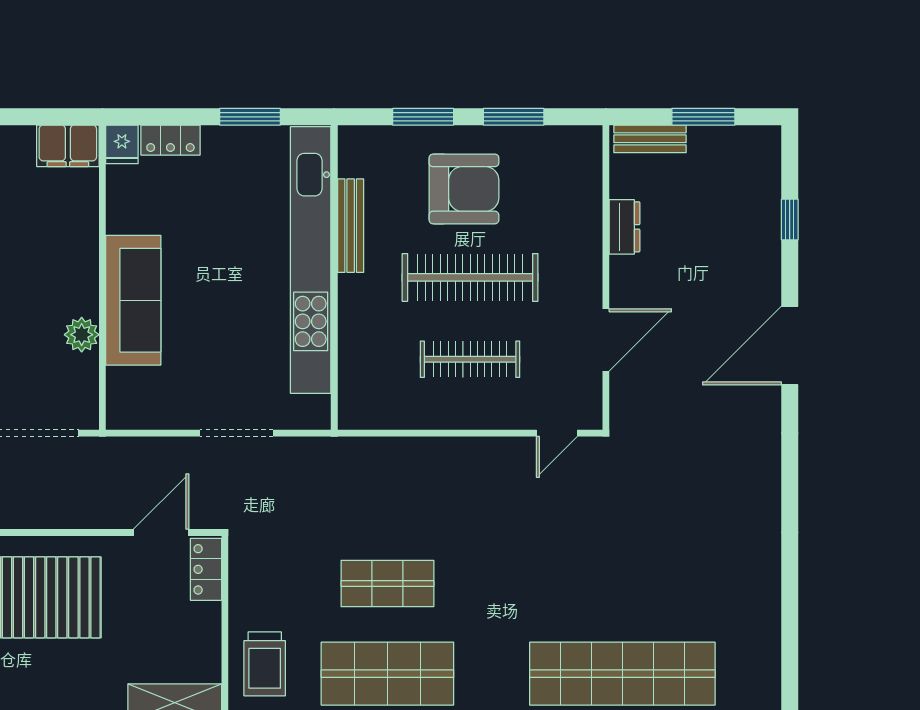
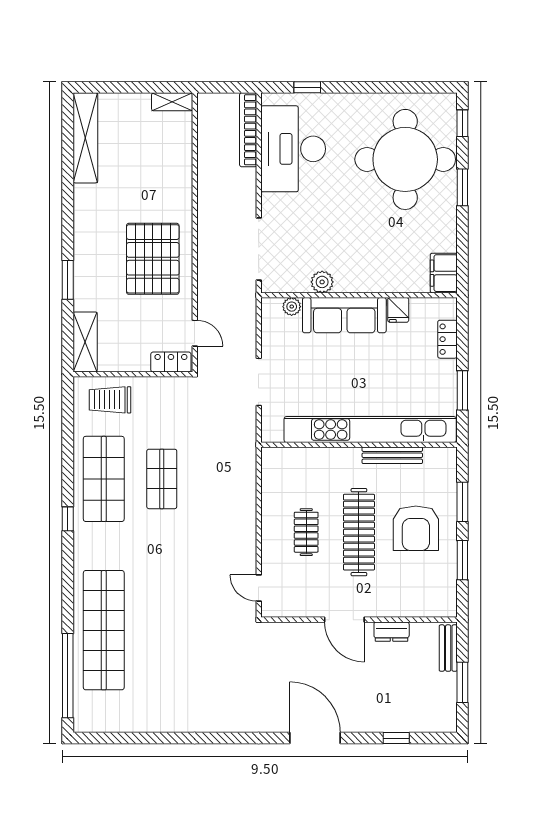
fridge: (122, 144) -> (398, 310), moved, turned -90
door: (606, 340) -> (344, 620), moved
clothes rail: (470, 359) -> (306, 532), width x0.73
plant: (120, 382) -> (292, 307), added
door: (161, 533) -> (195, 333), width x0.73

